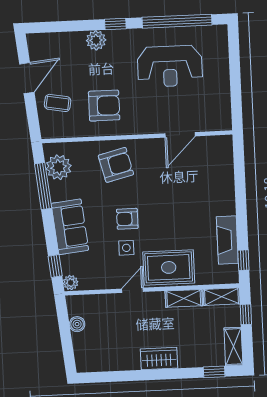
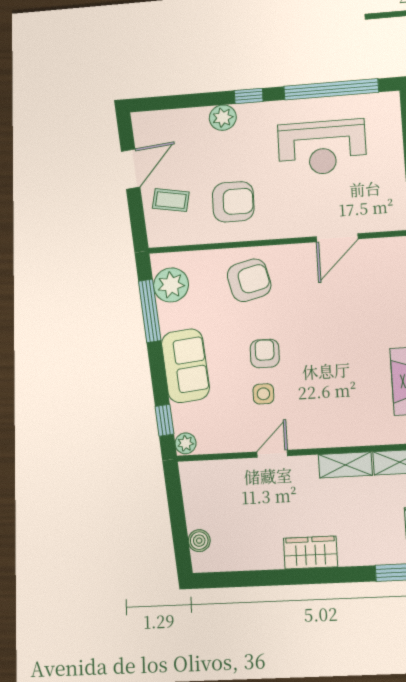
armchair: (127, 219) -> (265, 353), turned 90
rug: (169, 267) -> (323, 421), removed
boiler: (77, 324) -> (199, 541), moved

